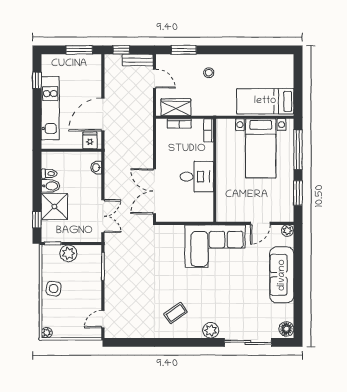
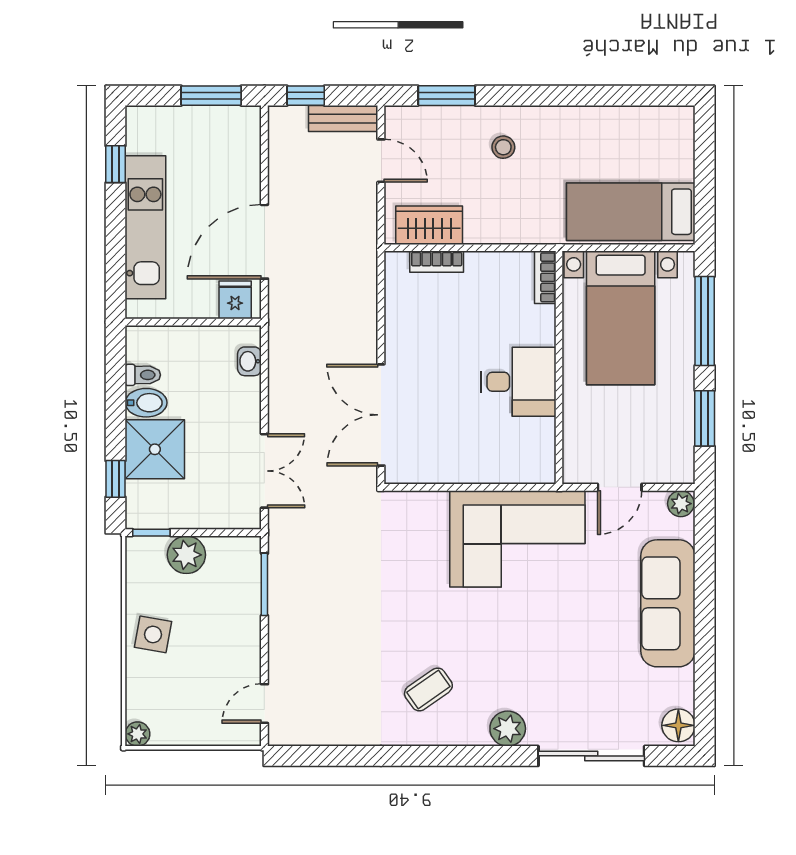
bookcase: (209, 130) -> (545, 277), moved
wall: (215, 170) -> (559, 368), moved
desk: (197, 177) -> (518, 382), moved

